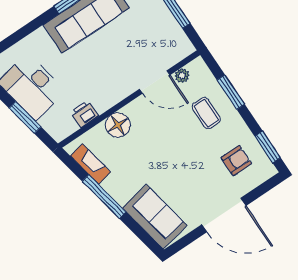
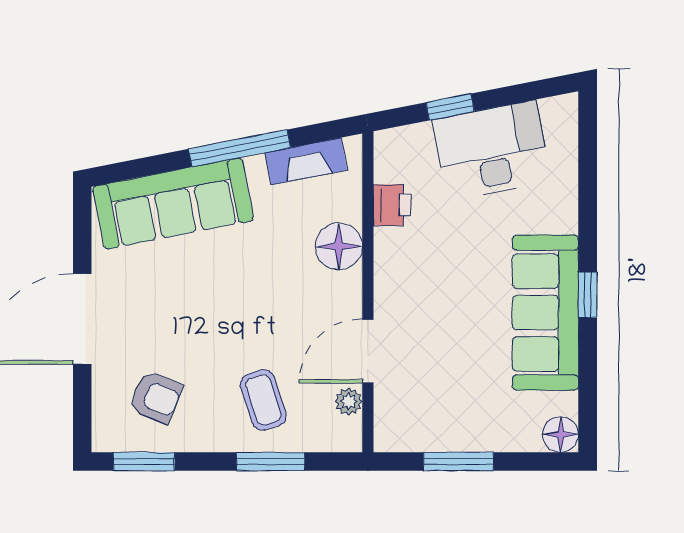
coffee table: (206, 113) -> (263, 400), turned 72
window: (25, 117) -> (450, 107), width x0.67
armchair: (236, 161) -> (156, 397), turned -68
sofa: (155, 217) -> (173, 204), width x1.36

